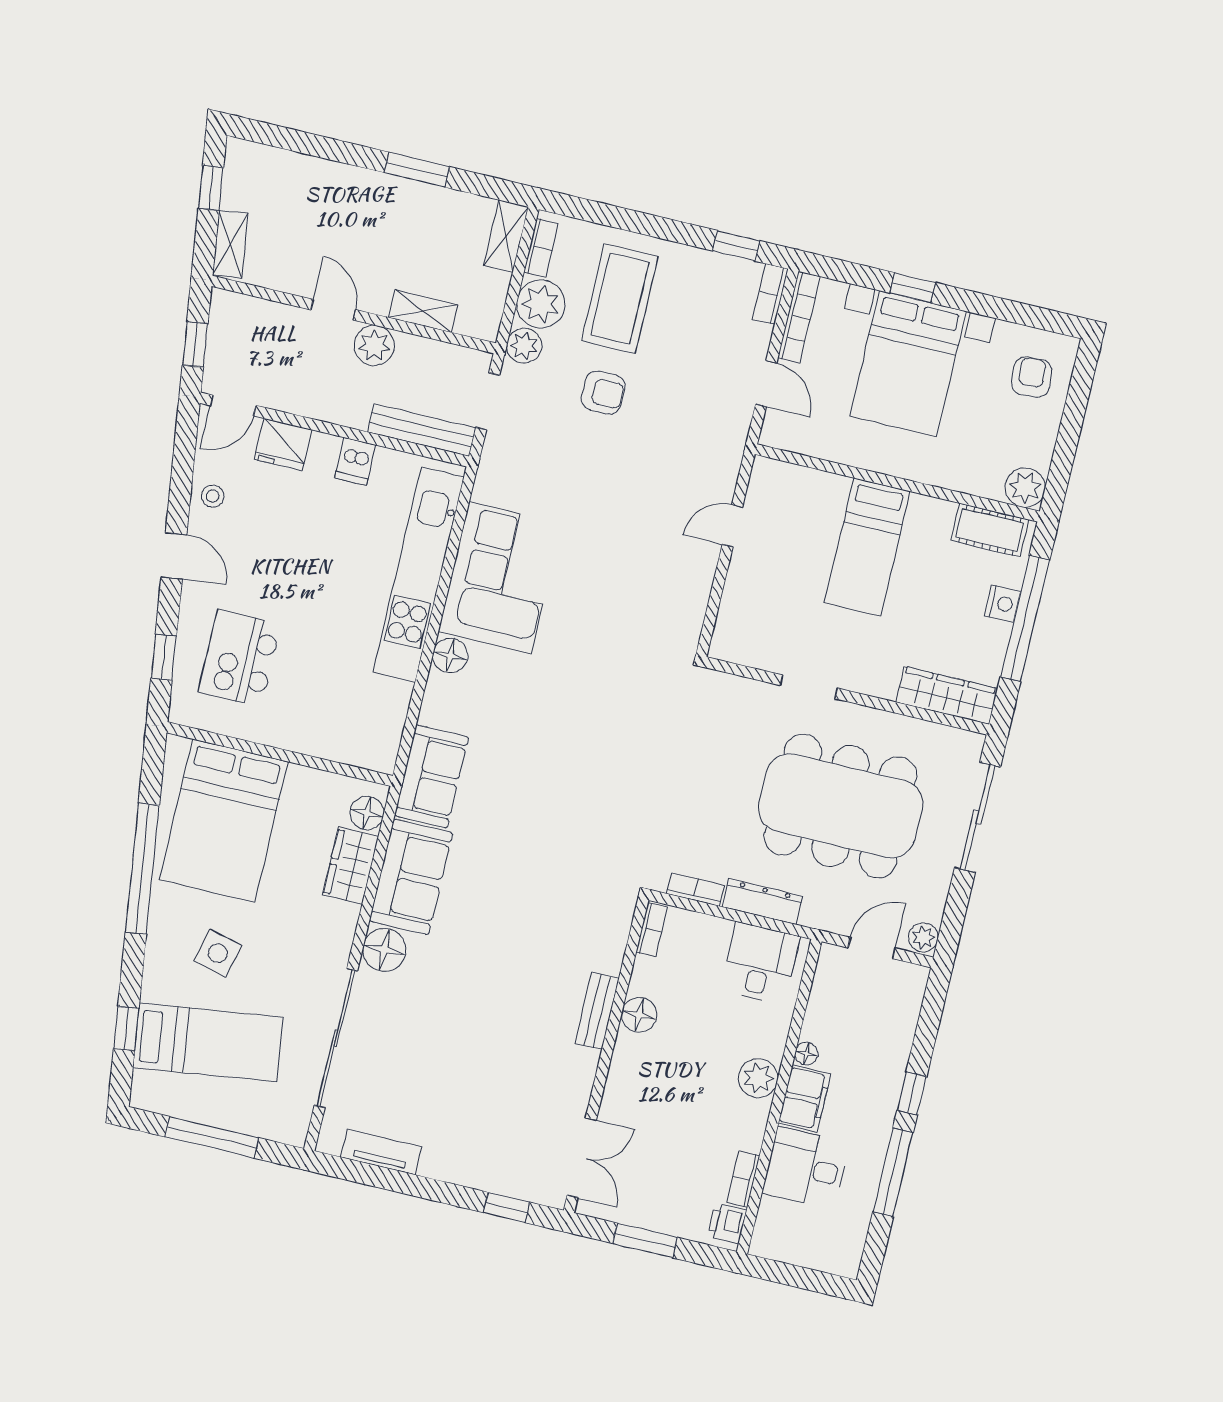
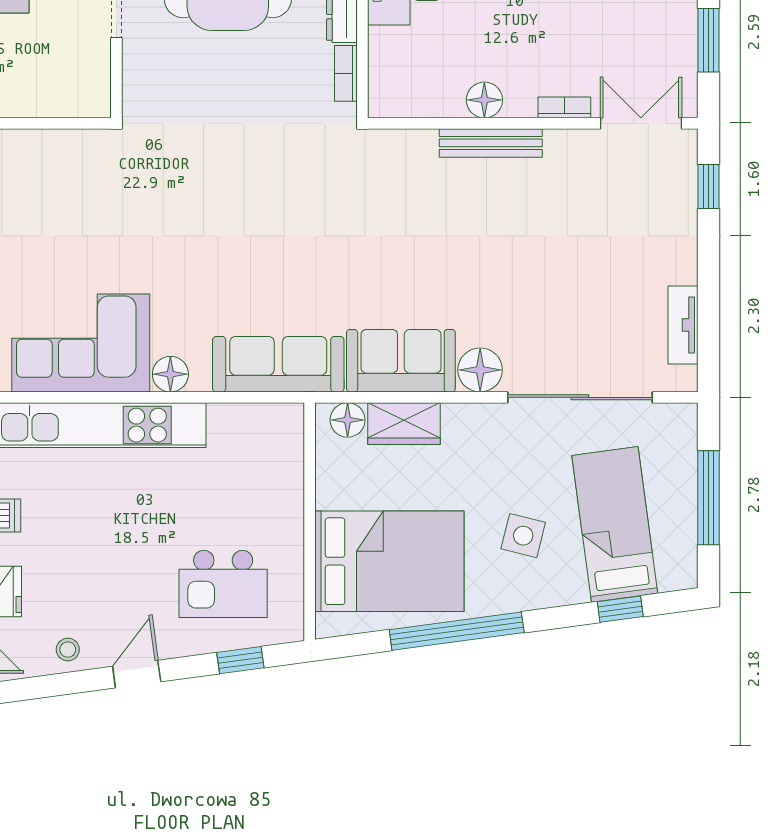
sofa: (431, 776) -> (278, 364), width x1.36
bookcase: (652, 930) -> (564, 107), moved
bench: (597, 1011) -> (491, 143), width x1.36

